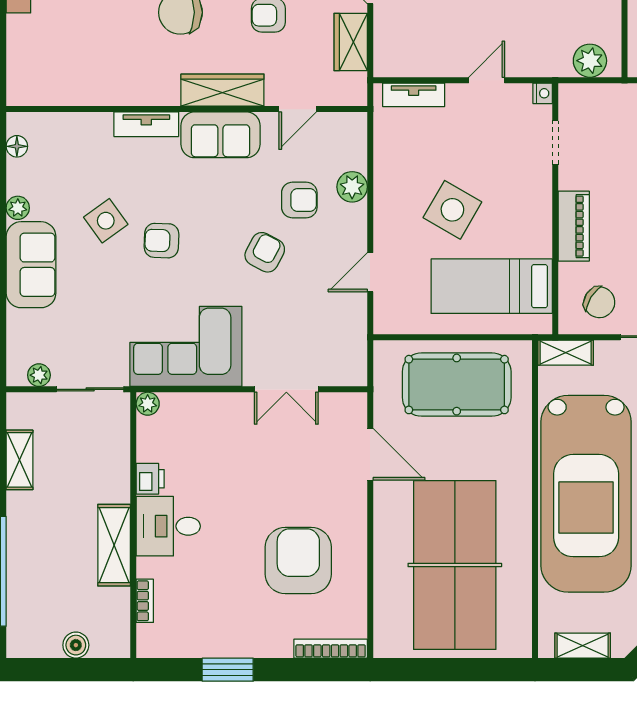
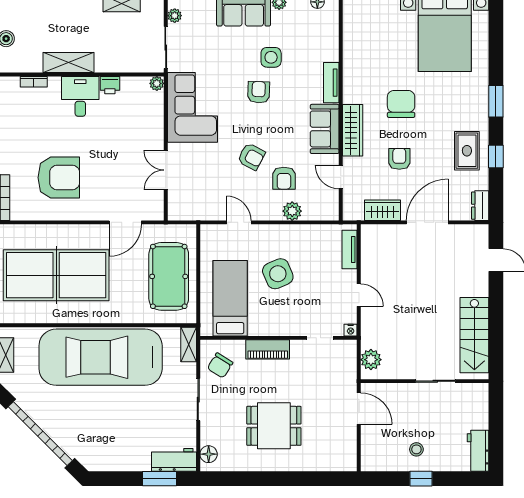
side table: (452, 210) -> (278, 274), turned 37
side table: (106, 221) -> (271, 57), turned 36

